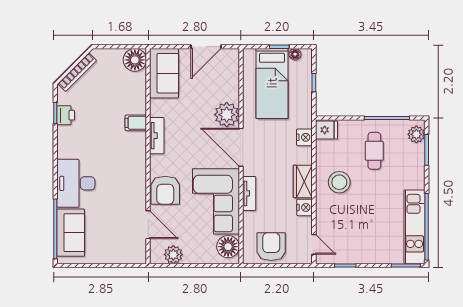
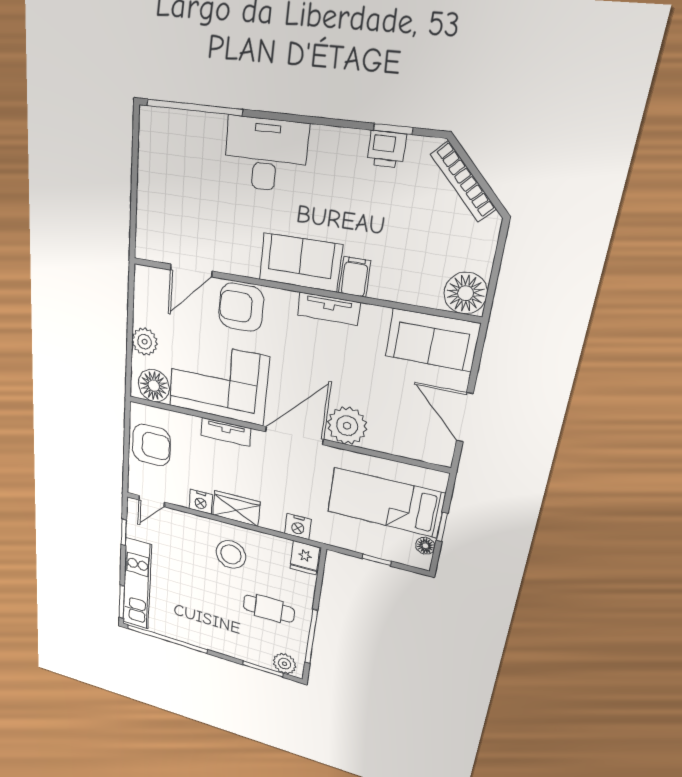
kitchen unit: (415, 227) -> (137, 584), moved, turned 90
sofa: (71, 233) -> (300, 262), moved, turned 180
plant: (173, 255) -> (145, 342), moved

